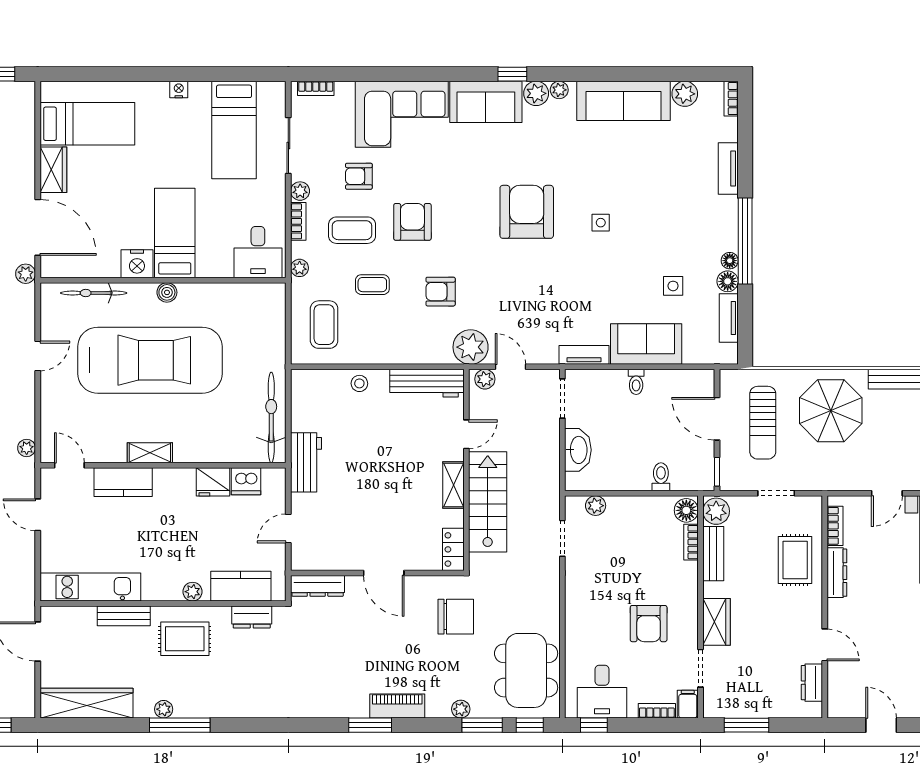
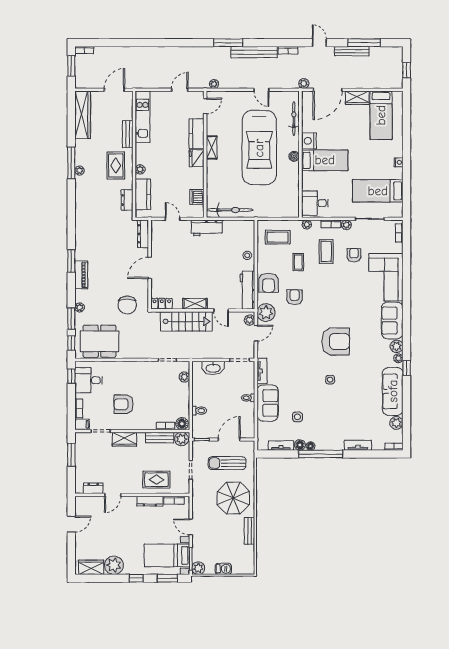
window: (512, 74) -> (407, 368), moved
armchair: (412, 222) -> (268, 283), moved, turned 90
fridge: (213, 482) -> (197, 158), moved
plant: (164, 709) -> (80, 171), moved

